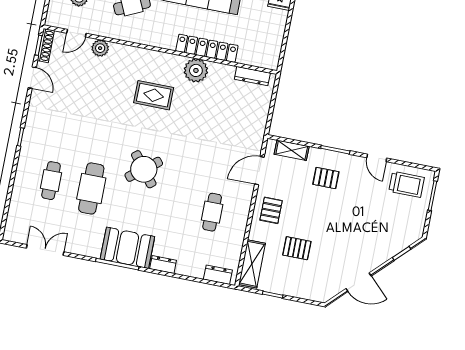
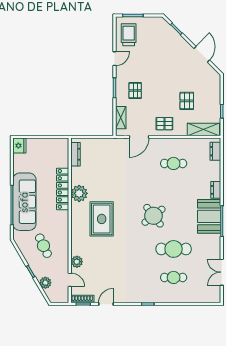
rug: (154, 95) -> (102, 219), width x1.36, depth x1.43
door: (259, 171) -> (139, 137), hinge flipped

